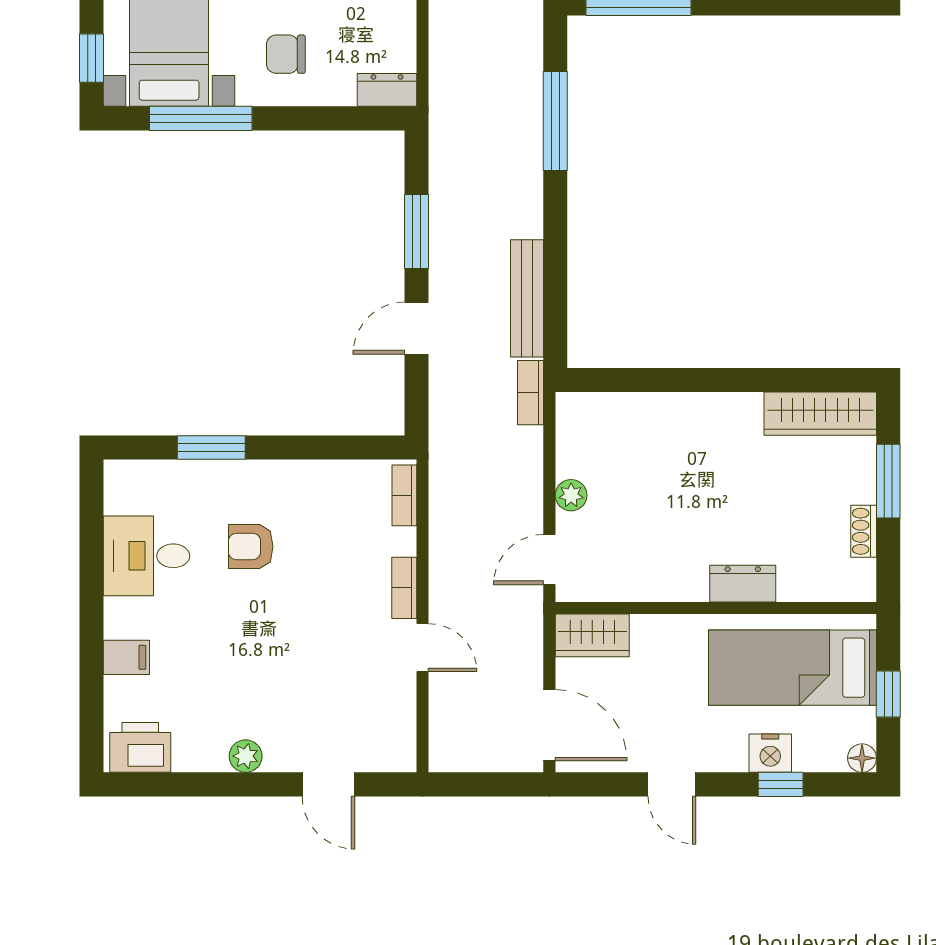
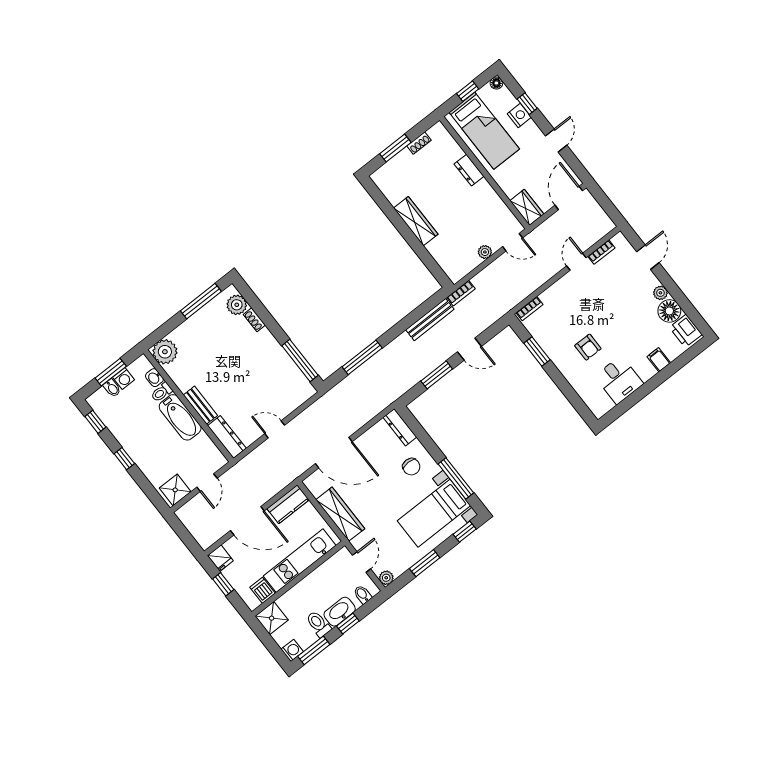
dresser: (387, 90) -> (400, 427), width x1.44
wardrobe: (820, 414) -> (416, 221), moved
window: (211, 447) -> (537, 351), moved
bookcase: (404, 588) -> (601, 252), moved
floor lamp: (200, 746) -> (669, 311), added

